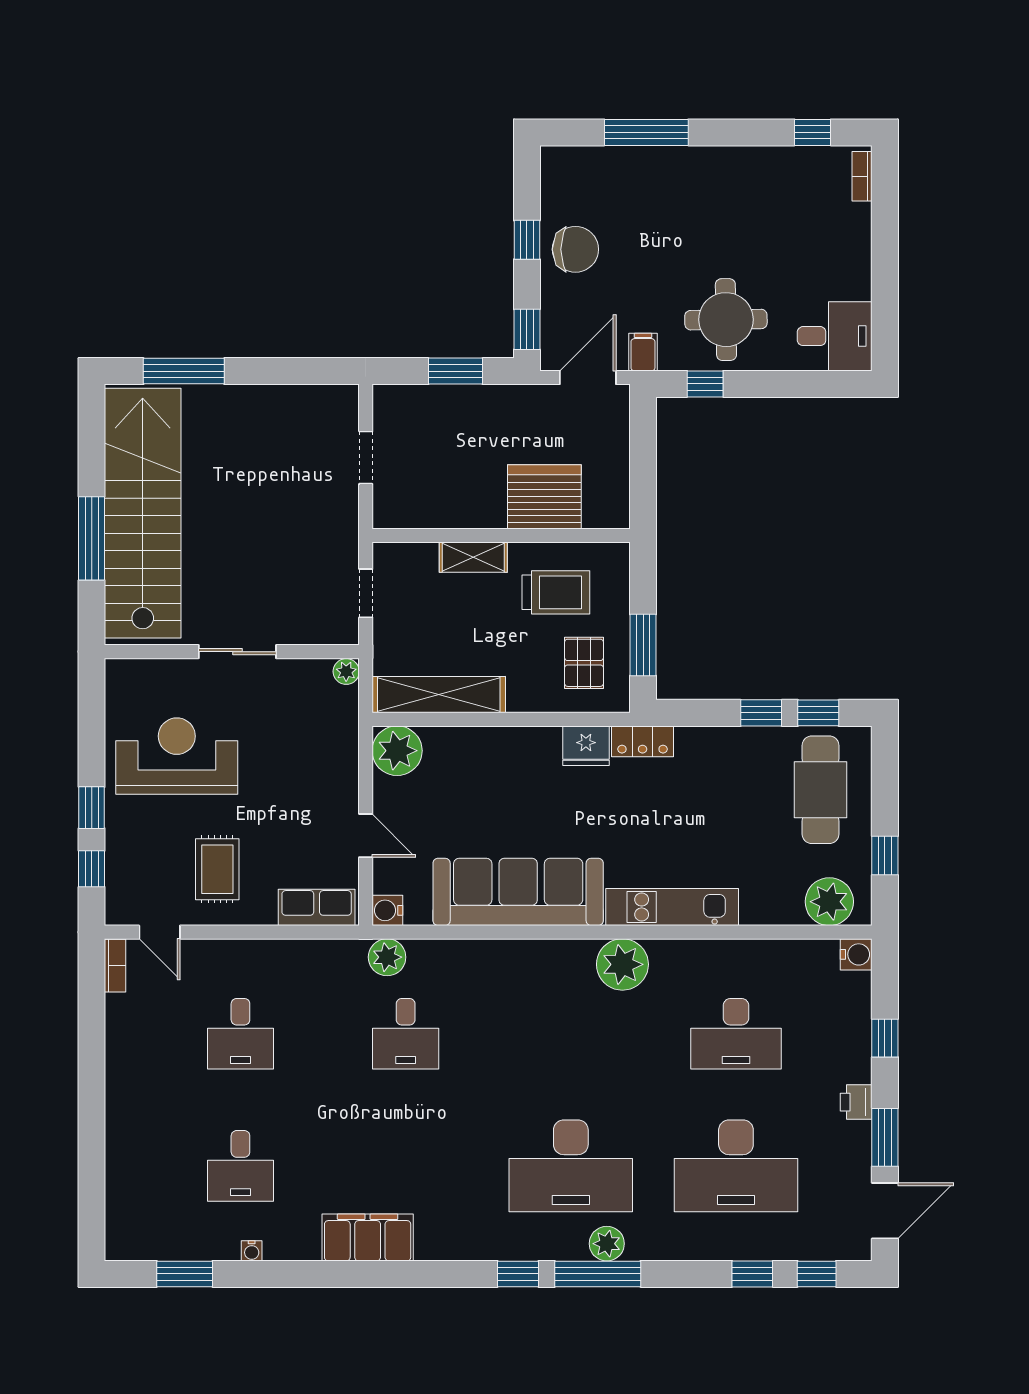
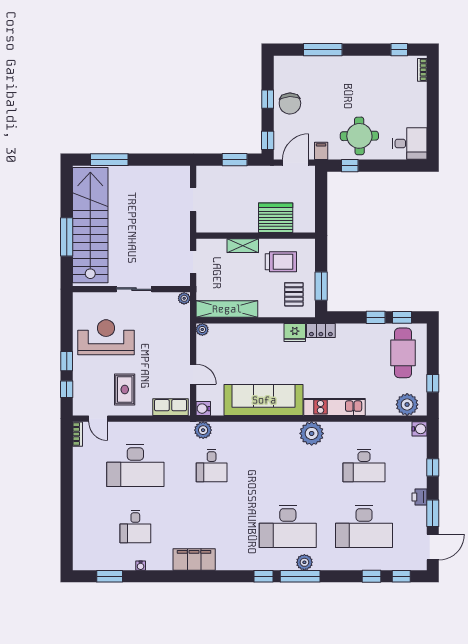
chair: (575, 249) -> (290, 104), turned 88
plant: (397, 751) -> (202, 329), width x0.53, depth x0.53
desk: (240, 1034) -> (135, 465), width x1.87, depth x1.30

